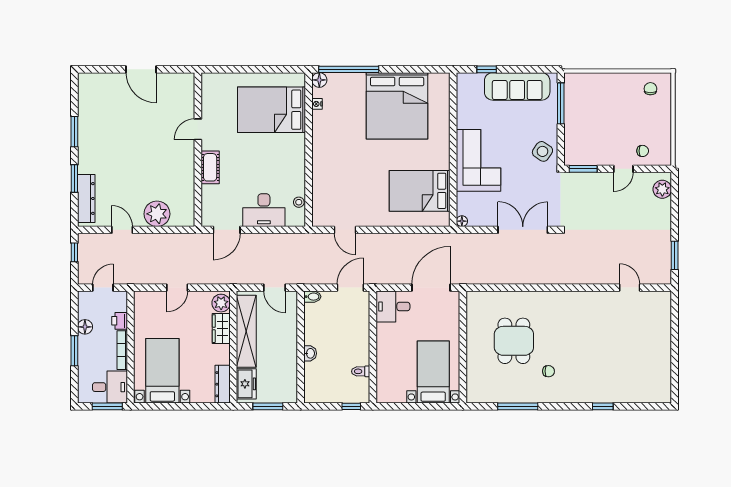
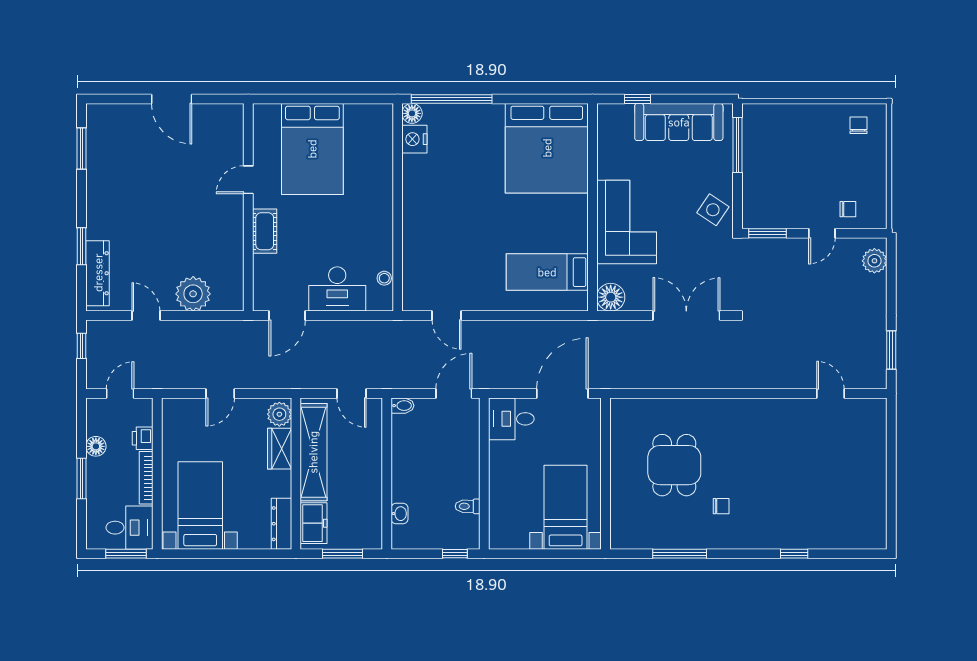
nightstand: (317, 104) -> (414, 139), width x1.89, depth x1.79
bed: (397, 106) -> (547, 148), moved
bed: (272, 110) -> (312, 149), moved, turned -90
window: (74, 132) -> (82, 148), moved
bed: (420, 191) -> (547, 272), width x0.67
floor lamp: (462, 221) -> (611, 297), width x1.89, depth x1.89
washbasin: (310, 353) -> (400, 514), moved

